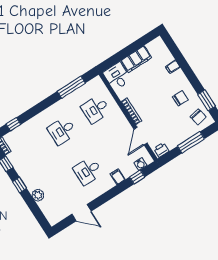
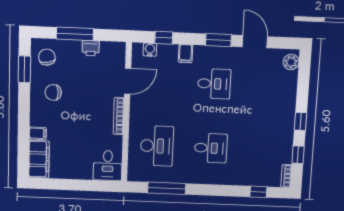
filing cabinet: (136, 59) -> (39, 159), moved, turned 90
desk: (96, 109) -> (157, 146), width x1.37
printer: (161, 150) -> (91, 48), moved
plant: (38, 195) -> (291, 62), moved
window: (104, 198) -> (218, 40), added

